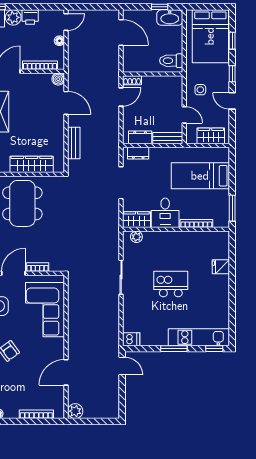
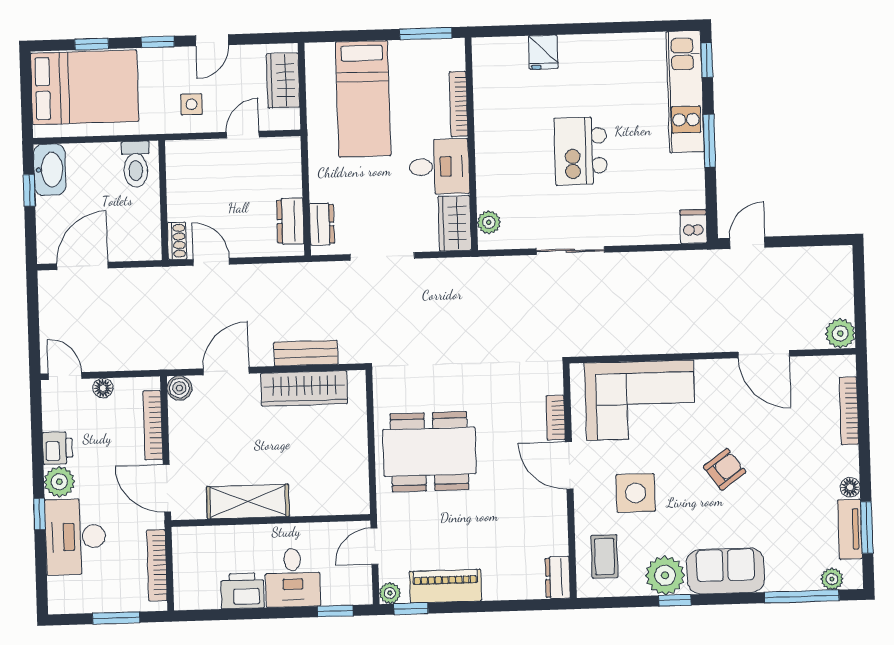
bench: (168, 138) -> (290, 166), removed
wardrobe: (32, 164) -> (304, 388), moved, turned -90

